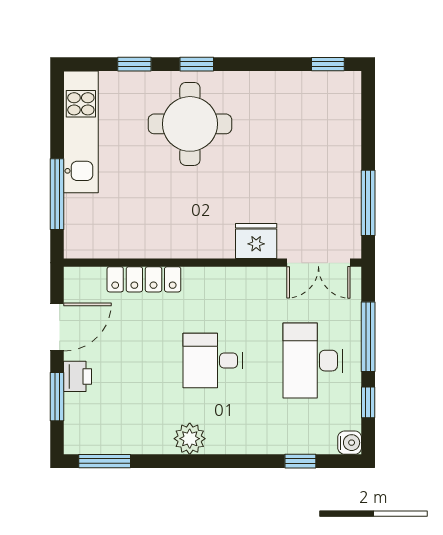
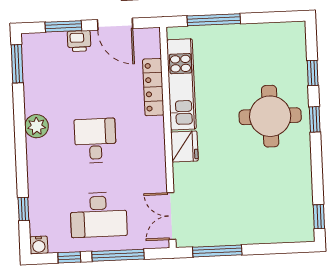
kitchen unit: (81, 132) -> (181, 84), moved, turned -90
fridge: (256, 241) -> (184, 147), moved
desk: (313, 361) -> (99, 215), turned 180

